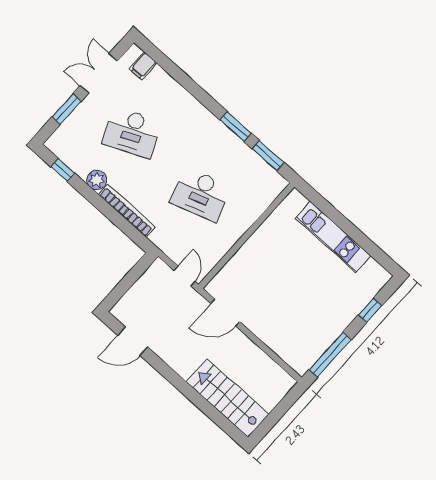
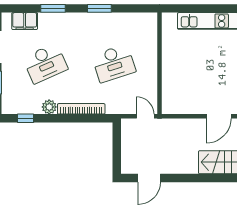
filing cabinet: (143, 66) -> (25, 21), width x2.00
window: (268, 156) -> (53, 8), moved
door: (225, 313) -> (219, 116), moved

